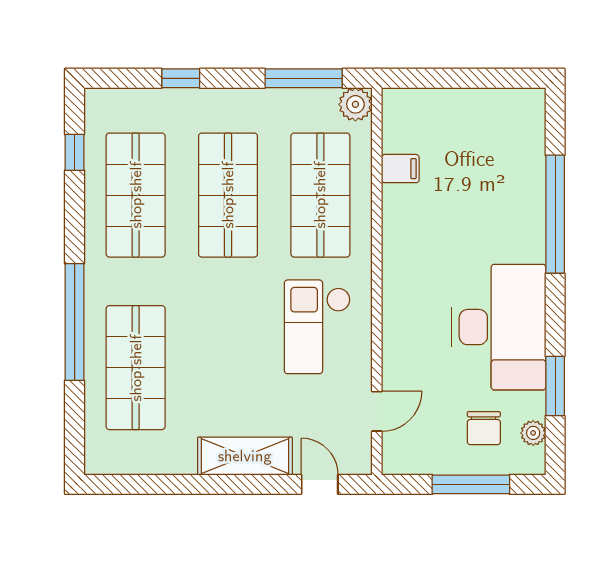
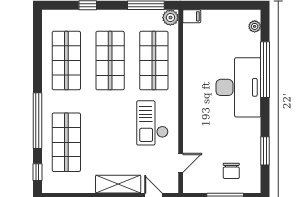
window: (75, 152) -> (37, 172), moved
filing cabinet: (400, 169) -> (192, 16), moved
desk: (499, 327) -> (238, 87), moved
plant: (533, 433) -> (255, 26), moved

